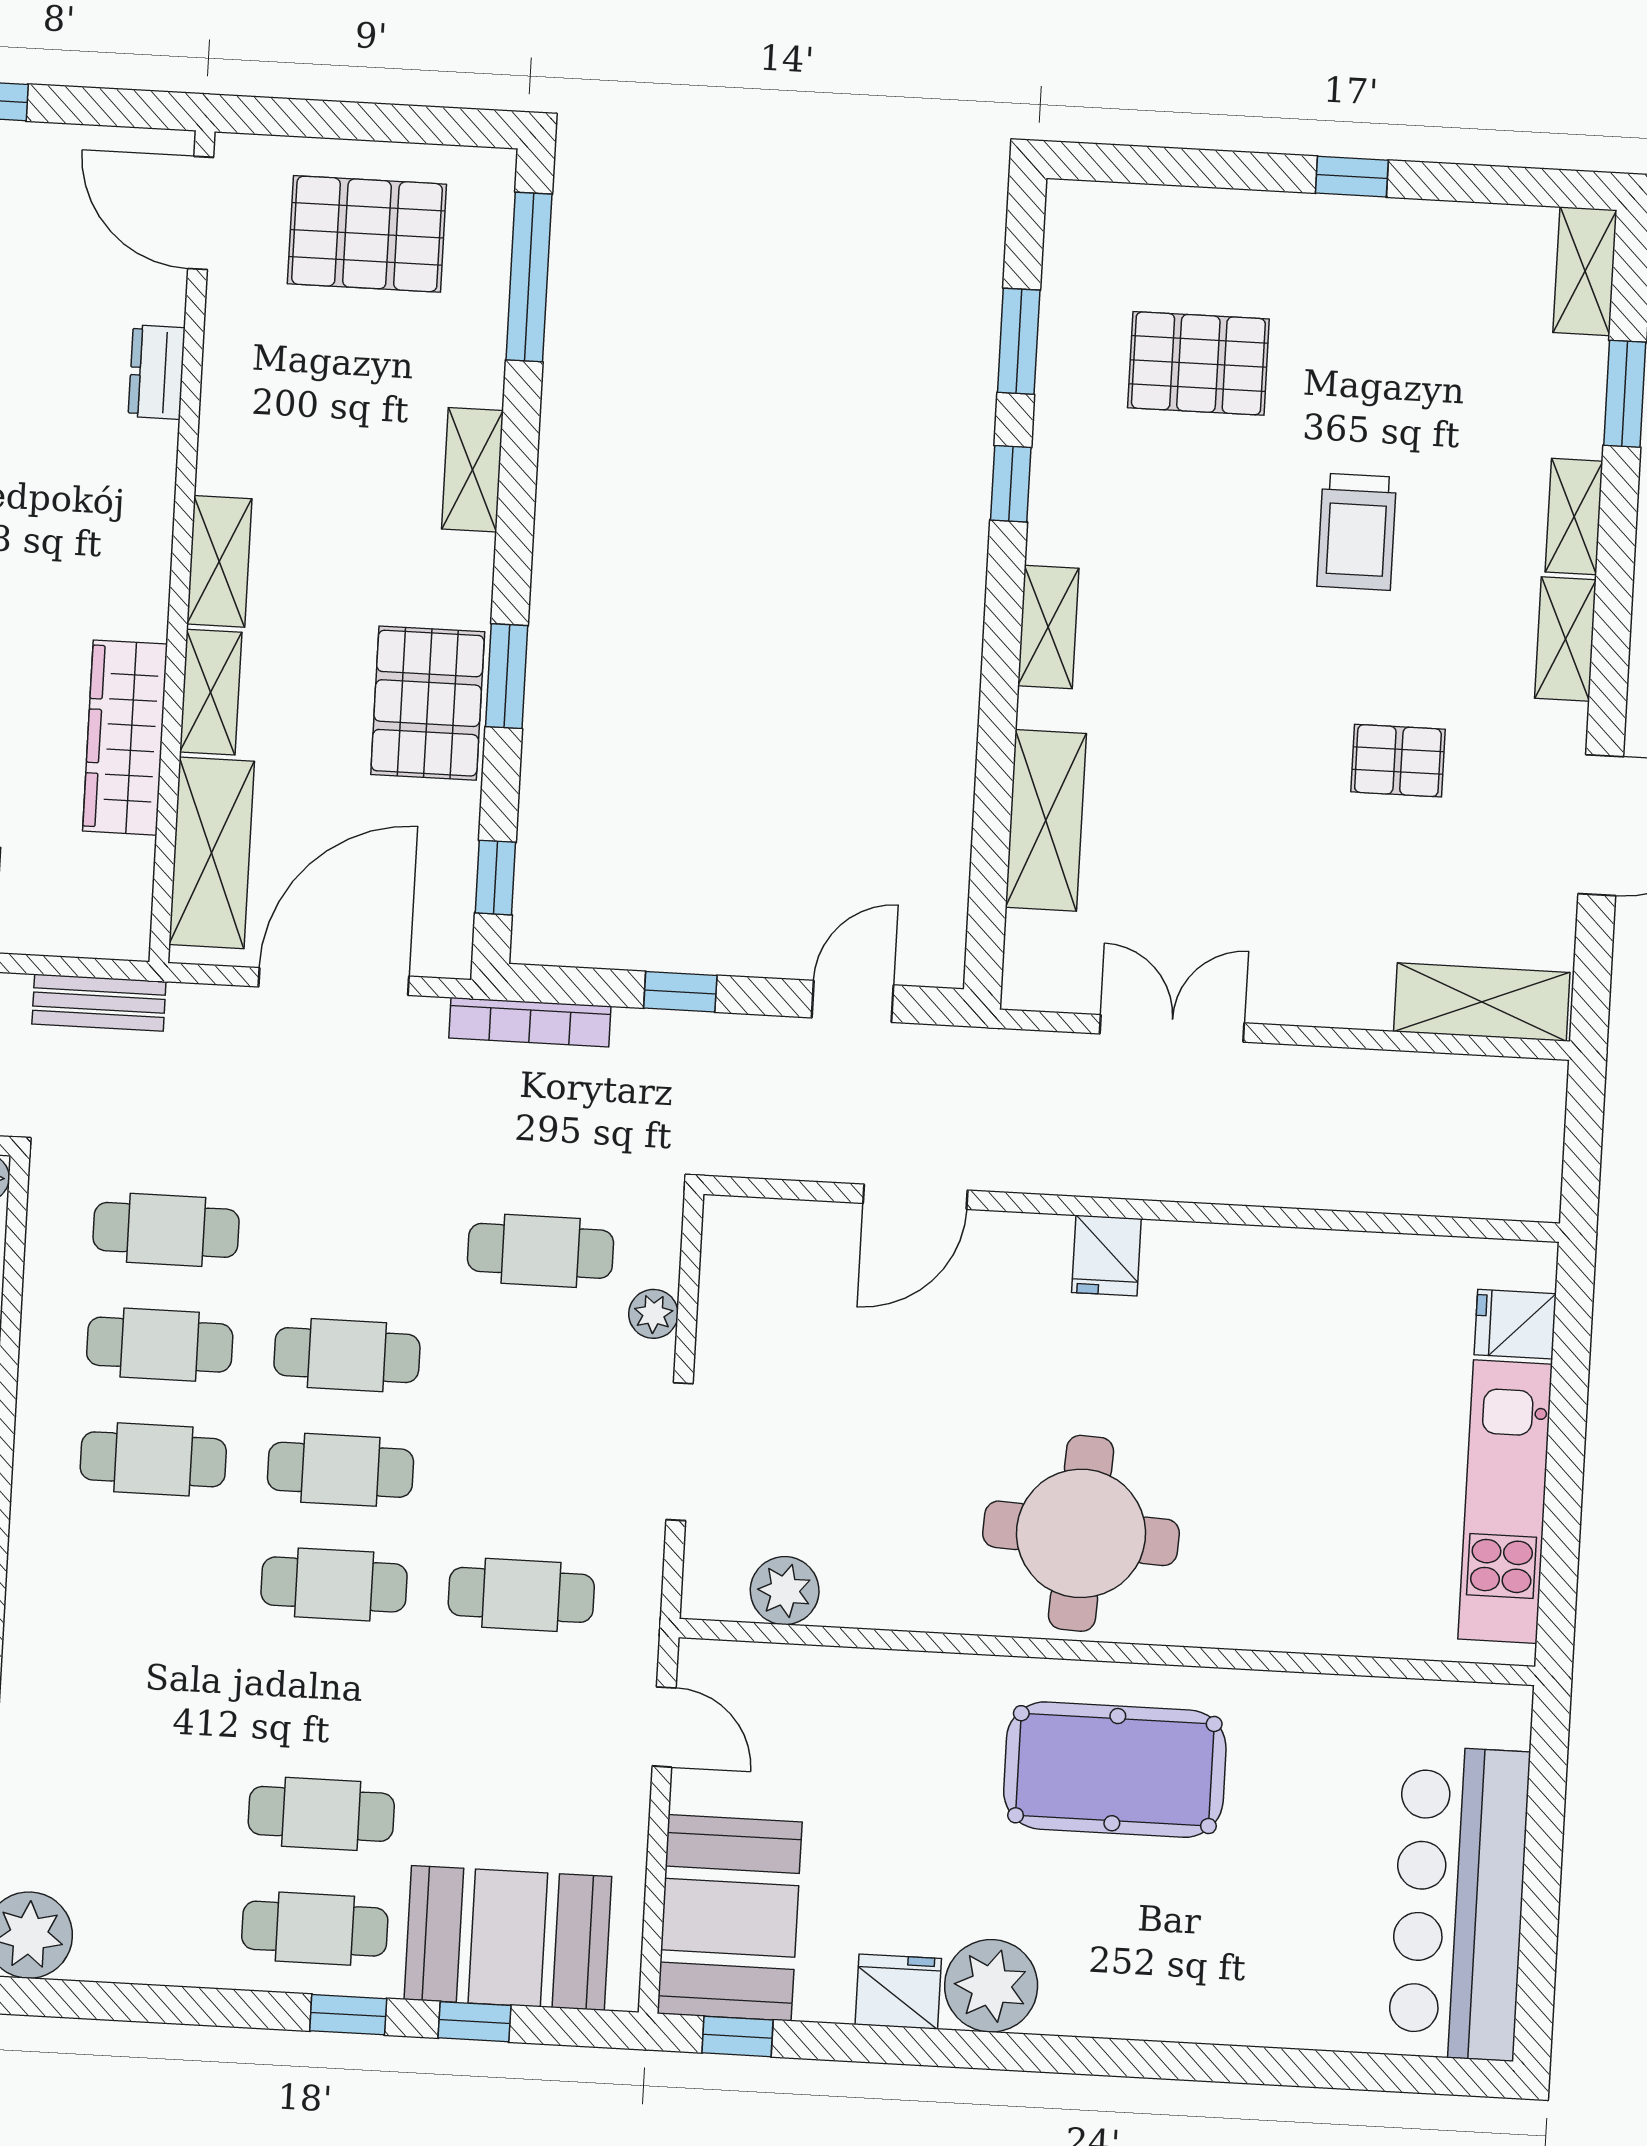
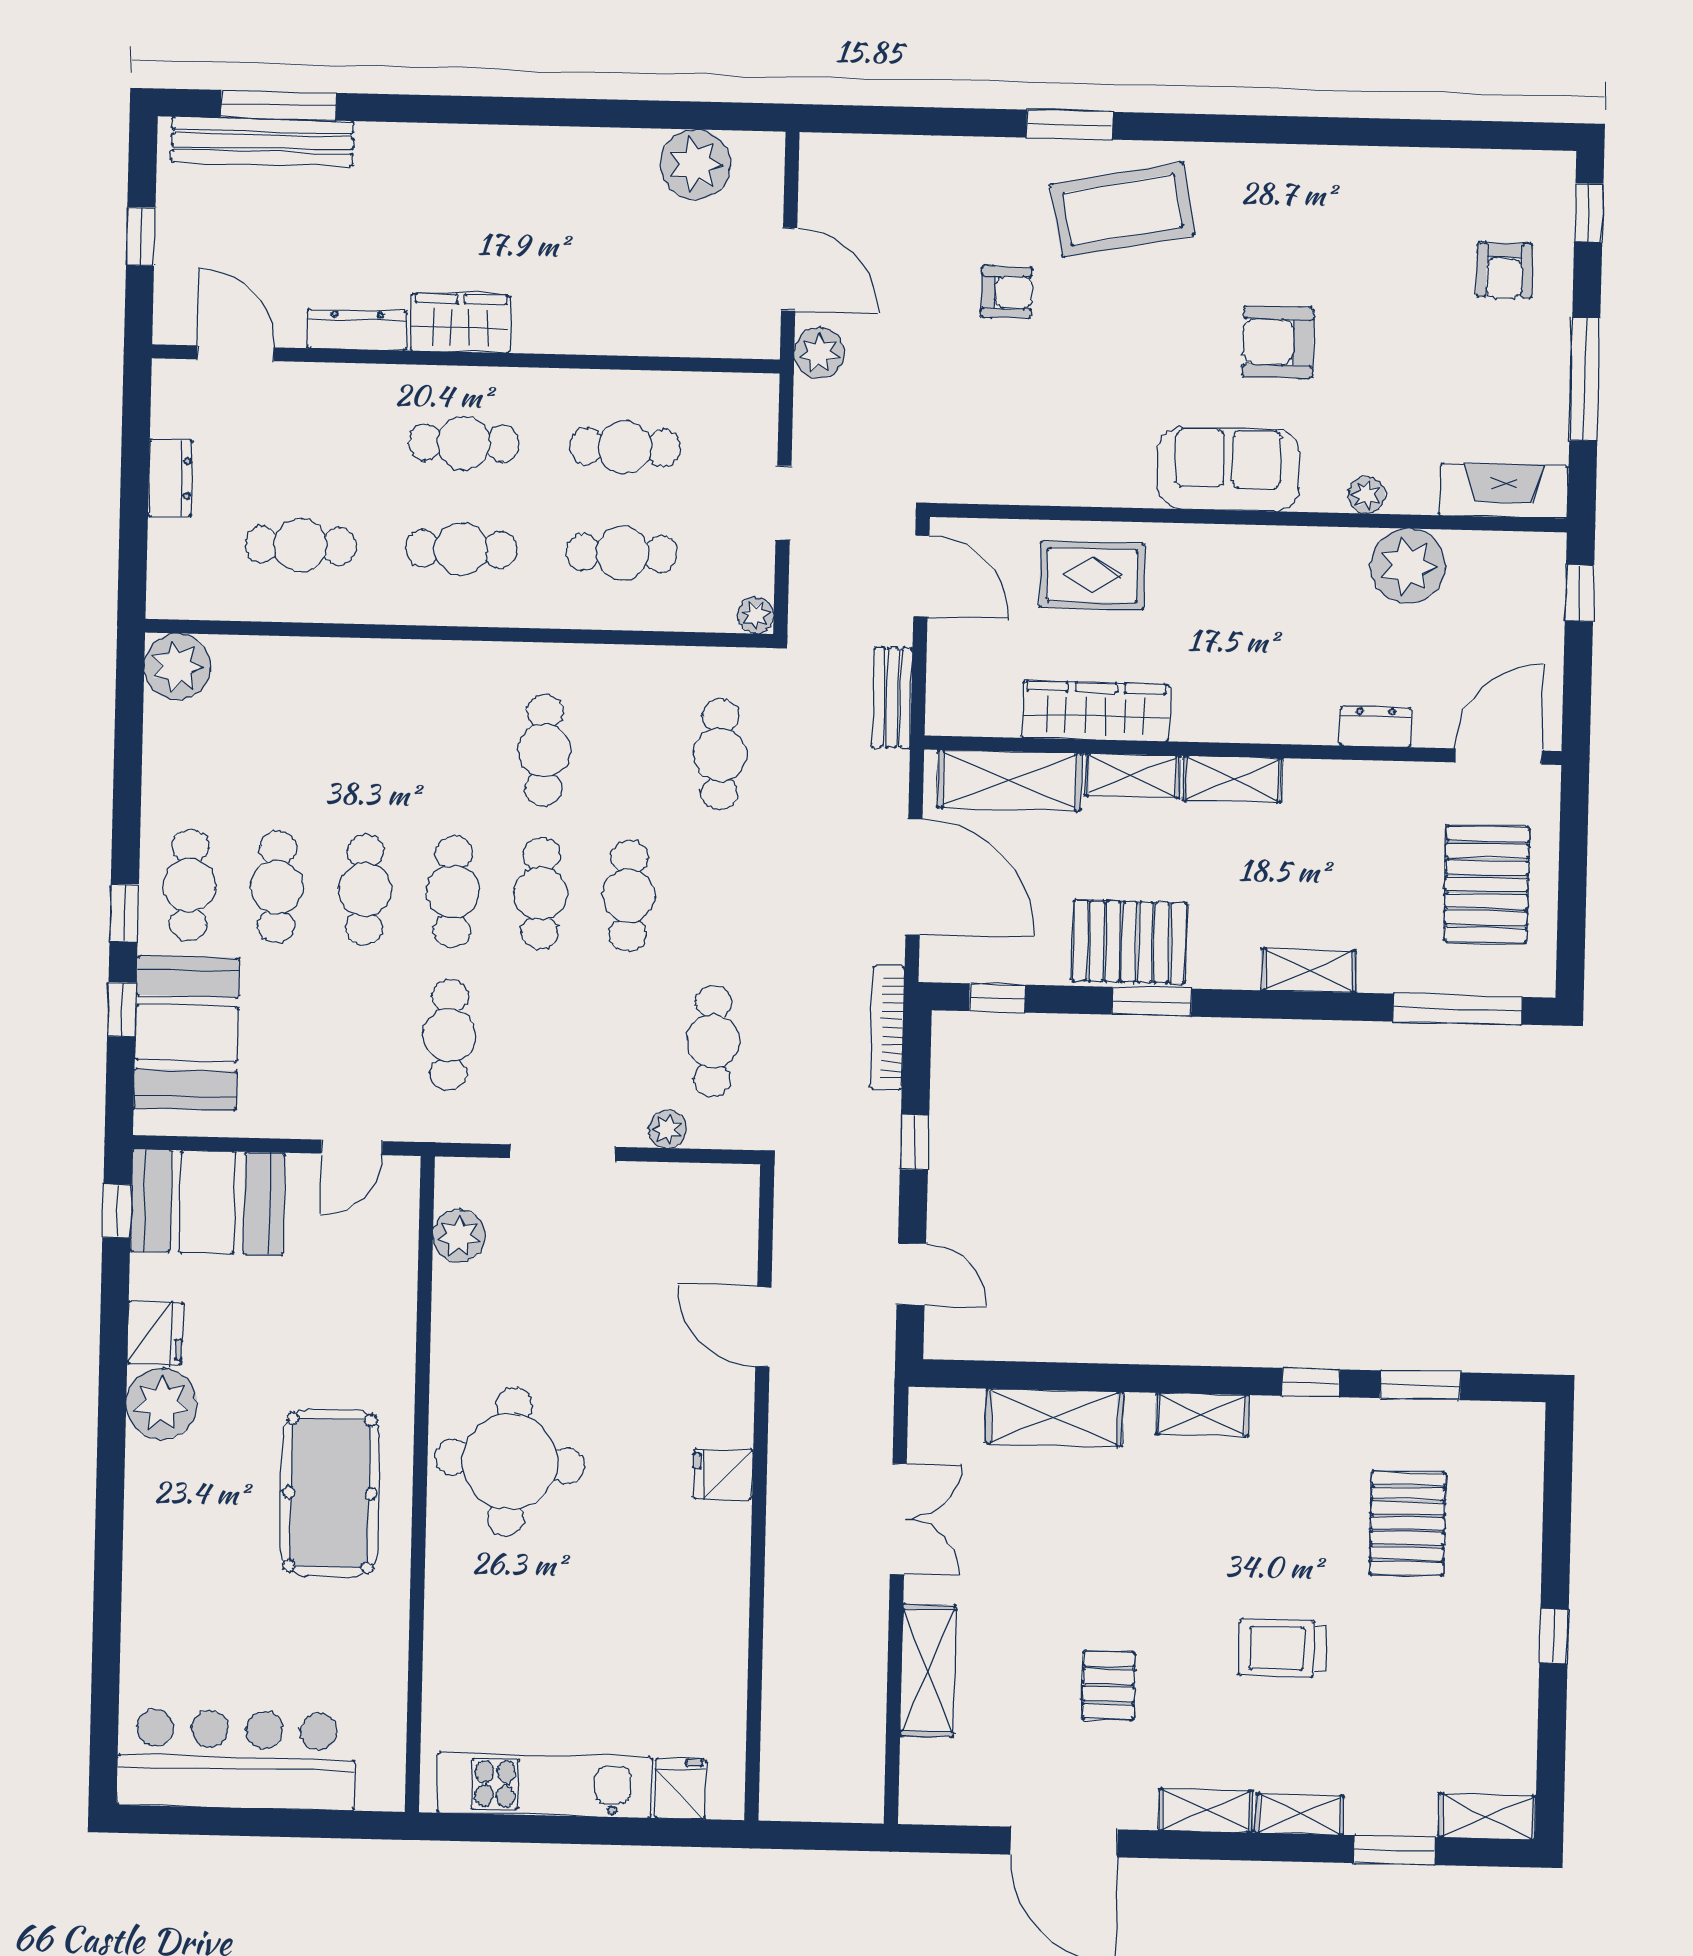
shelving: (1482, 1002) -> (928, 1671), moved
cafe table: (160, 1345) -> (365, 889), moved

